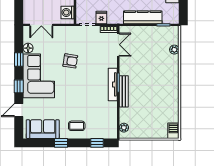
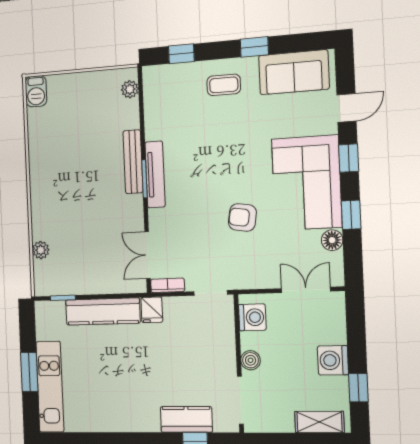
fridge: (101, 17) -> (152, 310), moved

